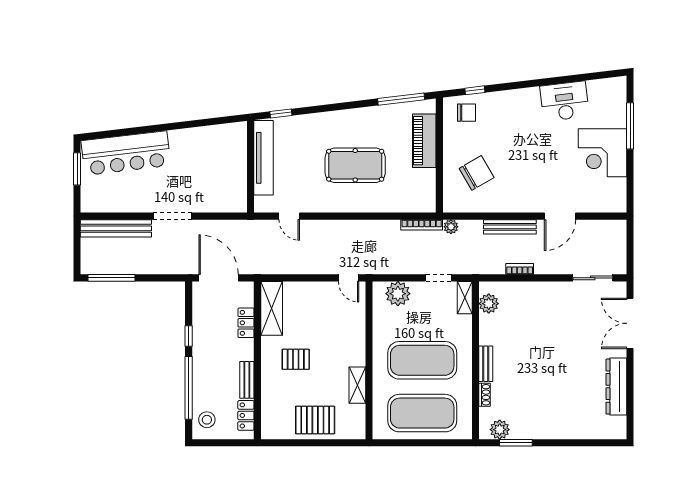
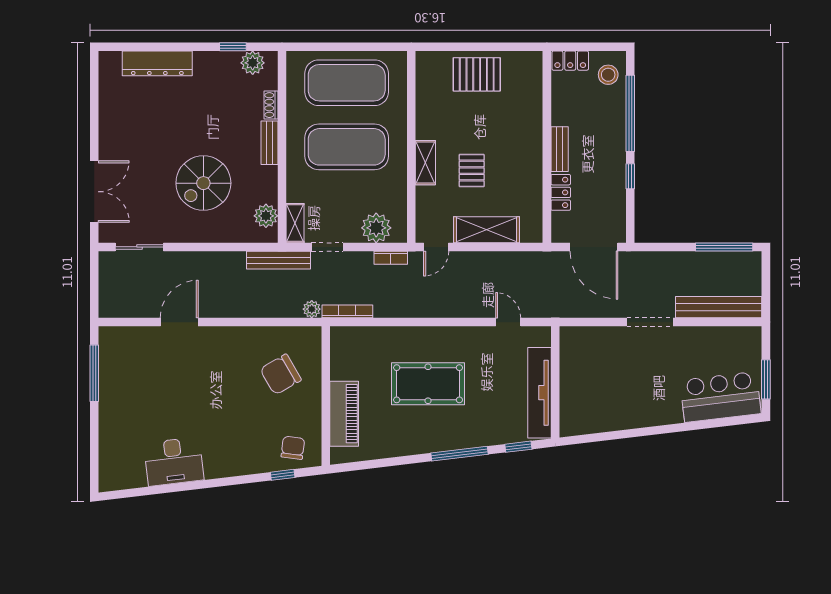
window: (401, 99) -> (459, 454), moved
chair: (467, 113) -> (293, 448), turned 97
window: (630, 126) -> (94, 373), moved
bar counter: (126, 153) -> (720, 397), width x0.73
corner desk: (602, 153) -> (128, 399), removed
bench: (510, 227) -> (279, 260), moved
bookcase: (520, 269) -> (391, 258), moved
door: (349, 278) -> (436, 247), swing flipped
shelving: (272, 308) -> (486, 230), moved, turned 90
spiral stairs: (540, 331) -> (203, 183), added
pallet: (296, 359) -> (472, 171), moved, turned 90
bench: (247, 380) -> (560, 149), moved
shelving: (357, 385) -> (425, 163), moved
dresser: (616, 387) -> (157, 63), moved, turned 90
locker: (246, 415) -> (570, 61), moved, turned 90
window: (516, 443) -> (233, 47), width x0.67

